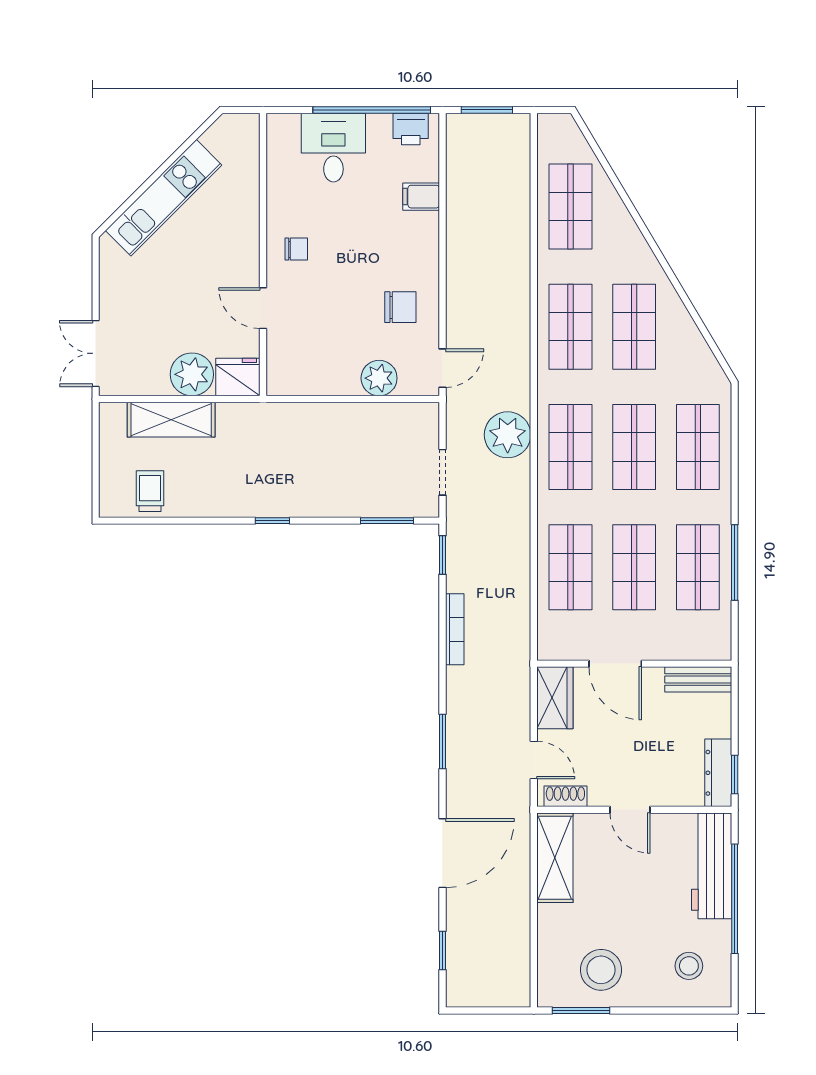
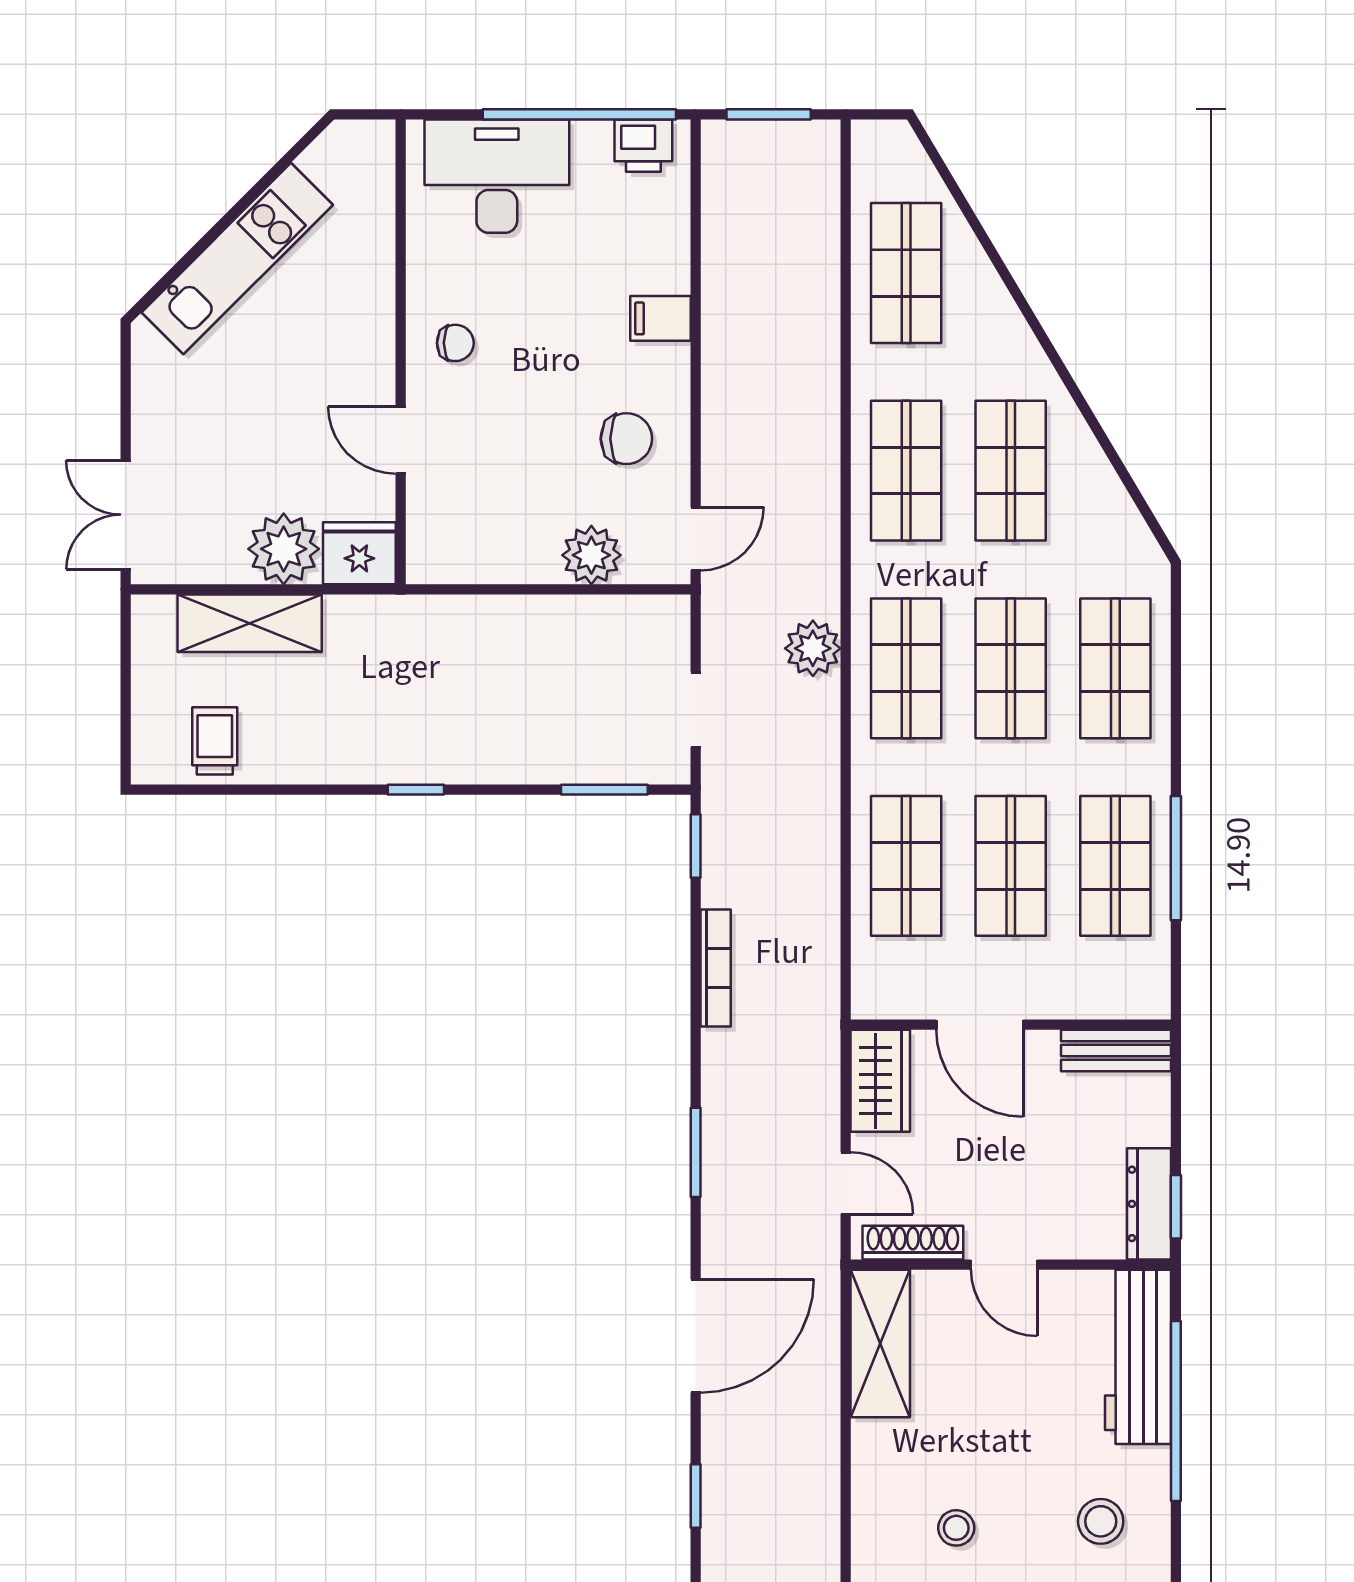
desk: (333, 148) -> (497, 176), width x1.37
filing cabinet: (421, 197) -> (661, 318), moved
plant: (508, 435) -> (813, 648), width x0.73, depth x0.73
shoe rack: (565, 796) -> (913, 1243), width x1.43
stool: (601, 970) -> (956, 1528), width x0.53, depth x0.53

